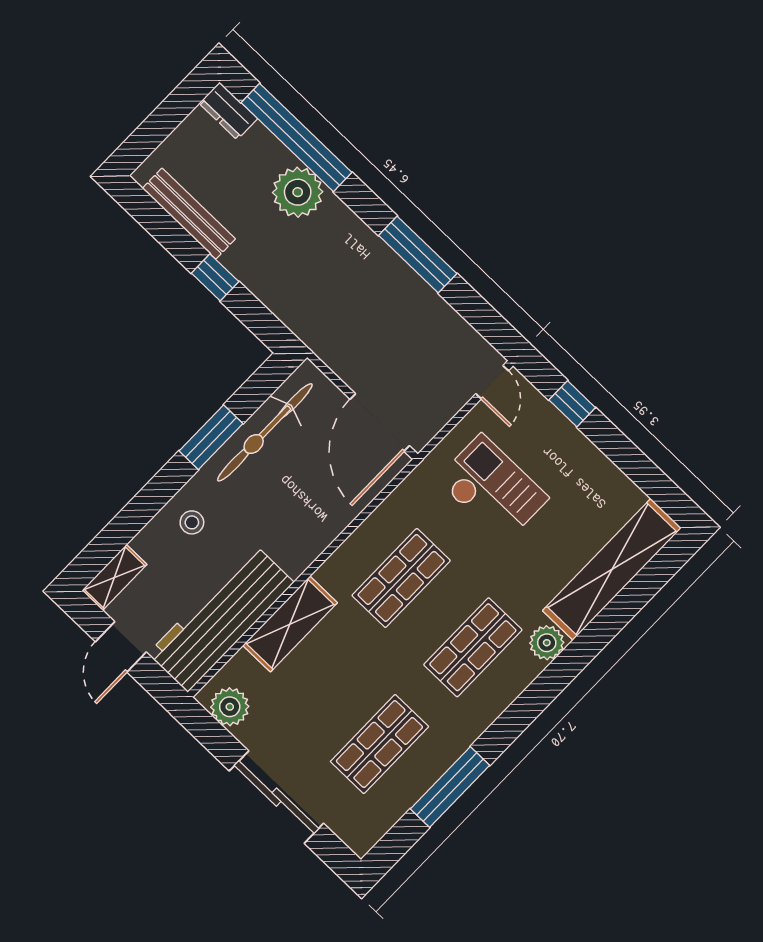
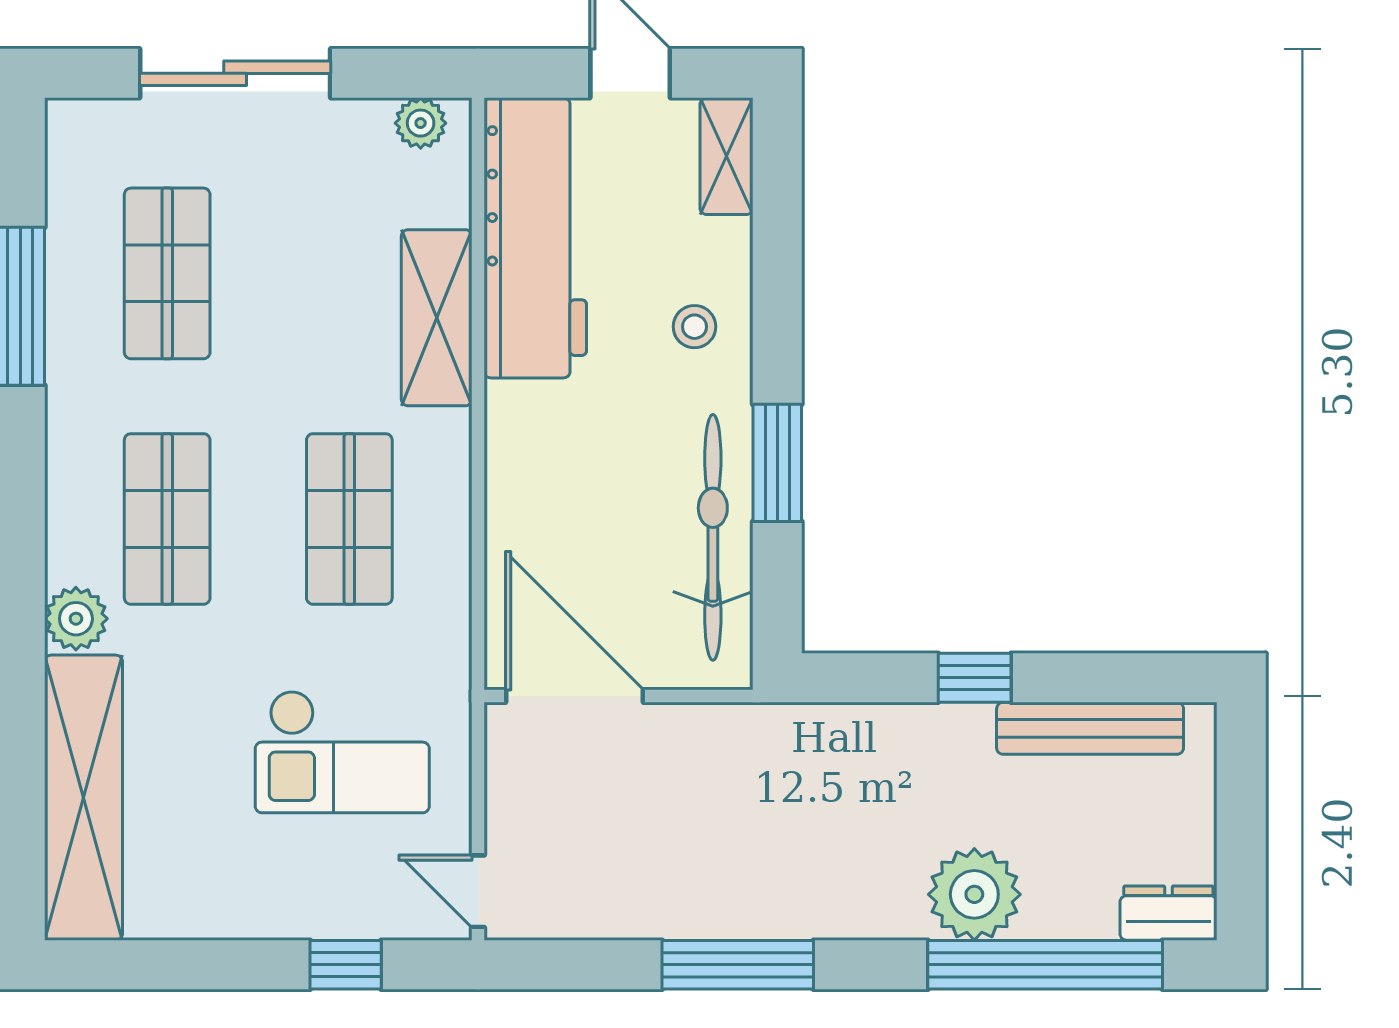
plant: (230, 707) -> (421, 123), width x0.73, depth x0.73

